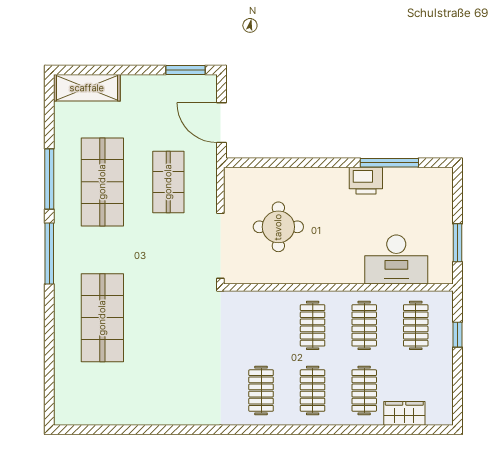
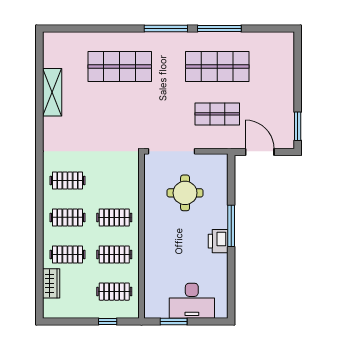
shelving: (87, 88) -> (52, 92), moved
door: (221, 123) -> (260, 152), hinge flipped
window: (389, 163) -> (231, 226), moved
printer: (366, 181) -> (218, 241), moved
desk: (396, 259) -> (192, 301), moved, turned -90

